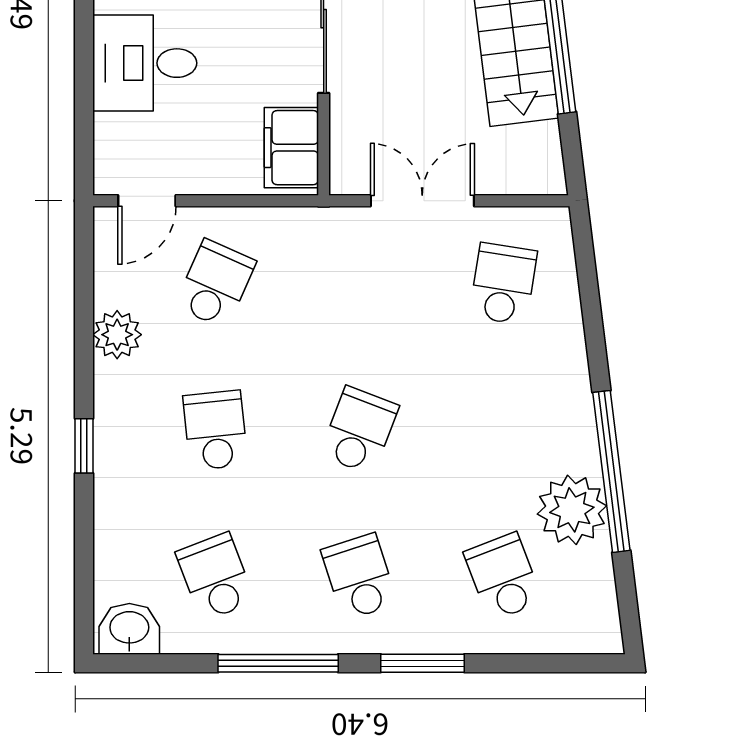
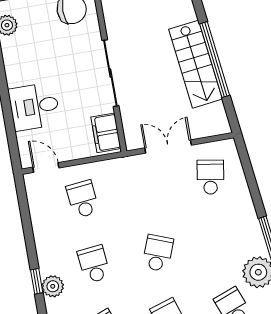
door: (147, 201) -> (46, 168), swing flipped
school desk: (215, 284) -> (83, 199), turned -30
plant: (117, 335) -> (53, 286), moved

